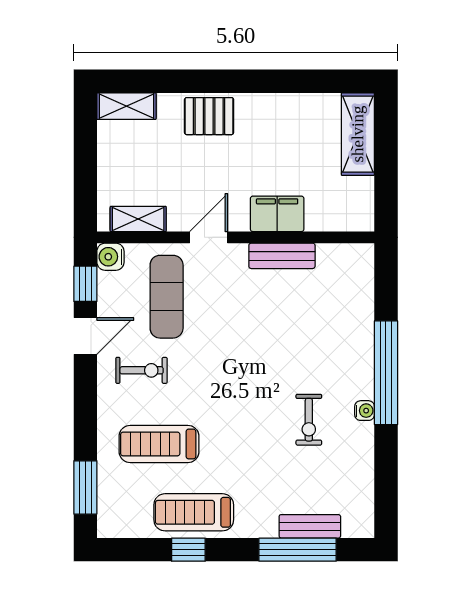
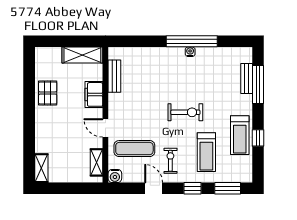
pallet: (209, 116) -> (48, 93), moved
shelving: (358, 134) -> (82, 55), moved
bench: (282, 256) -> (114, 76), moved
window: (85, 284) -> (193, 188), moved
window: (386, 373) -> (192, 41), moved
exercise bike: (309, 420) -> (185, 112), moved, width x1.38, depth x1.39

